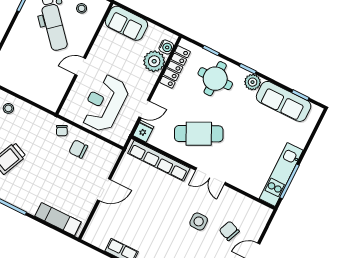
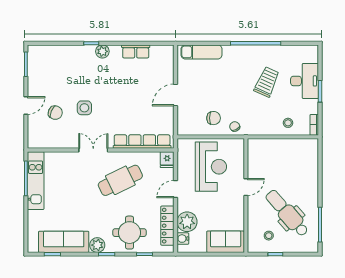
door: (144, 109) -> (176, 189), moved

